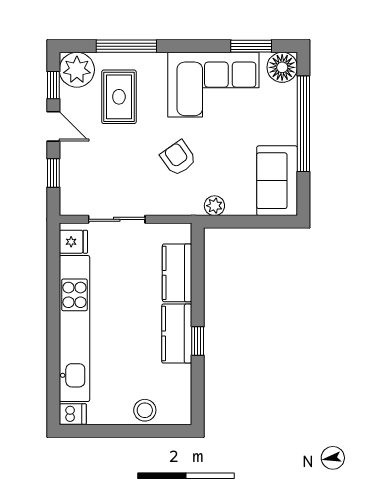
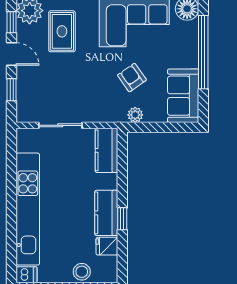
armchair: (178, 158) -> (132, 78), moved
fridge: (73, 242) -> (107, 246), moved, turned 180
kitchen counter: (177, 273) -> (106, 150), moved

